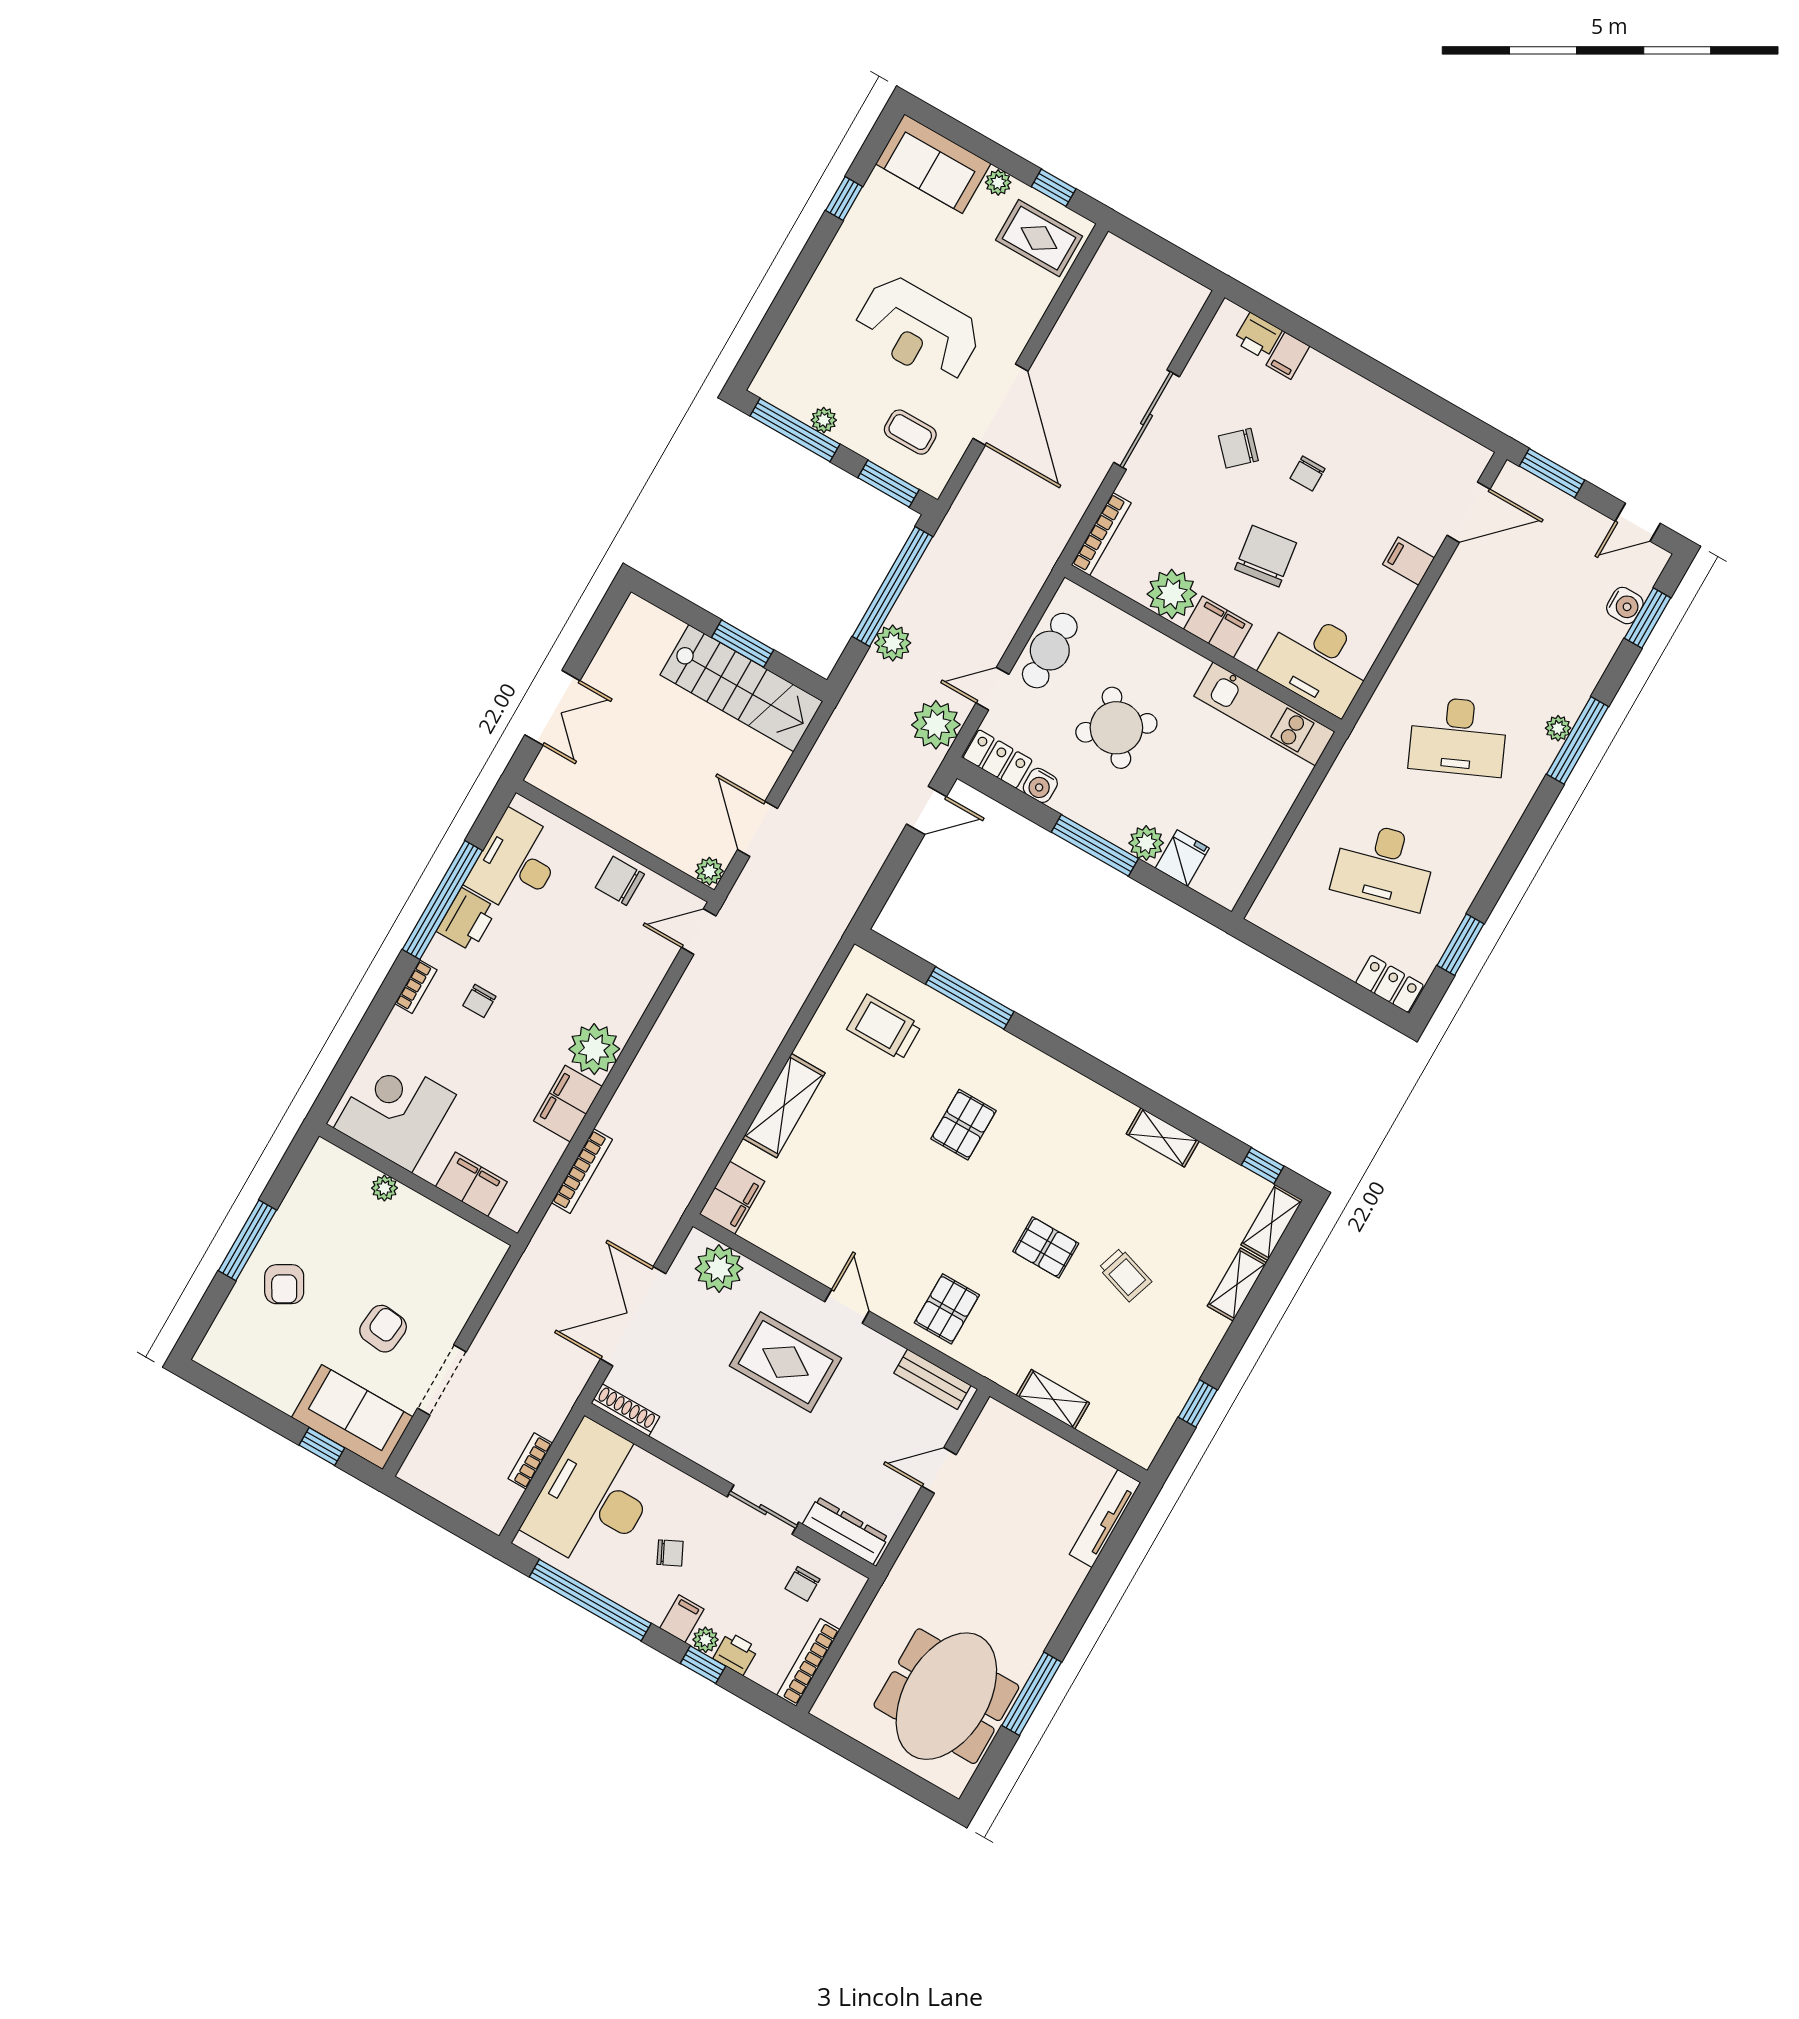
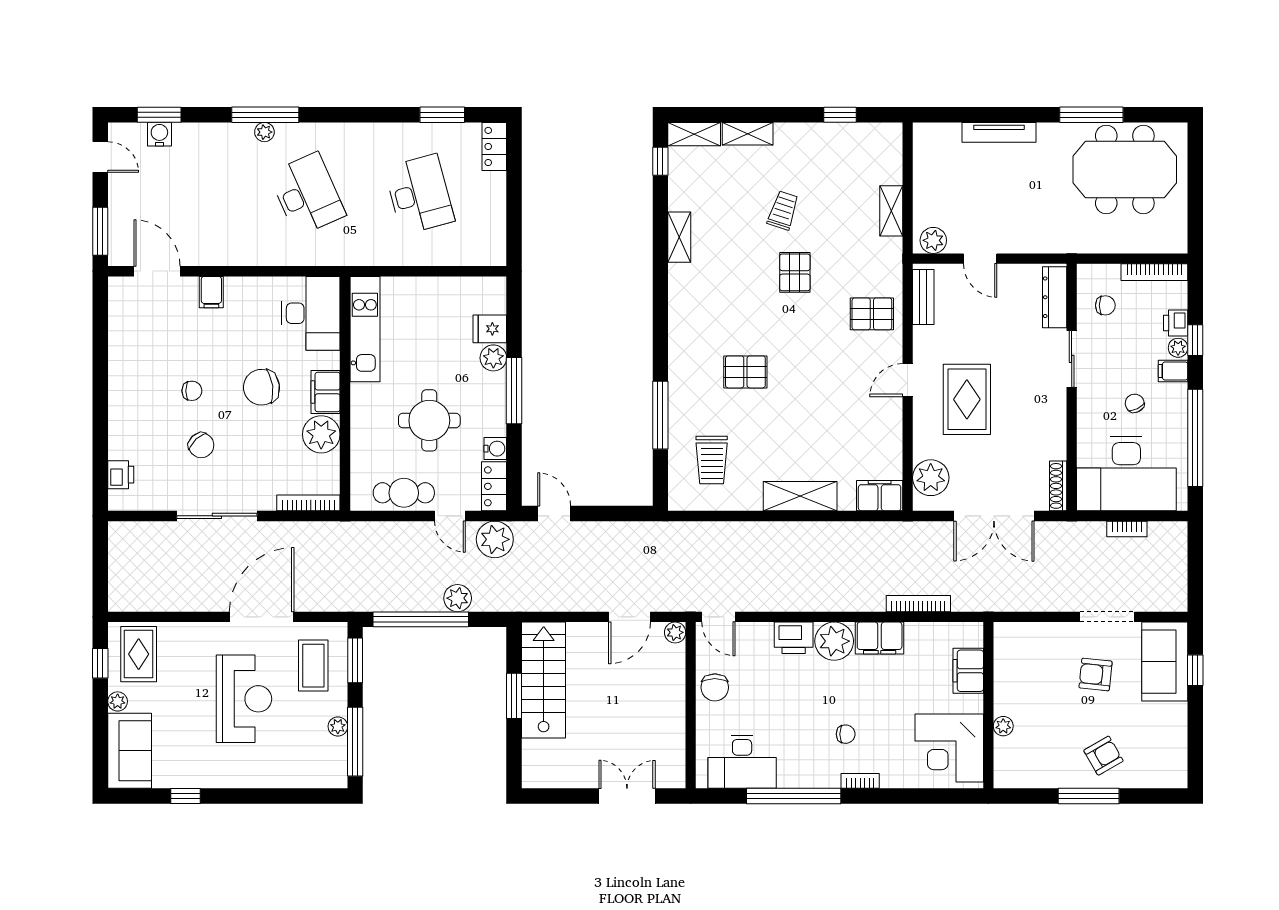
filing cabinet: (1288, 356) -> (122, 448), removed
coffee table: (910, 432) -> (313, 666), width x1.36, depth x1.30
round table: (1116, 728) -> (429, 420), turned 38
printer: (467, 920) -> (794, 638), moved, turned 180
plant: (991, 1428) -> (933, 240), added
tv unit: (1105, 1518) -> (999, 132), moved

